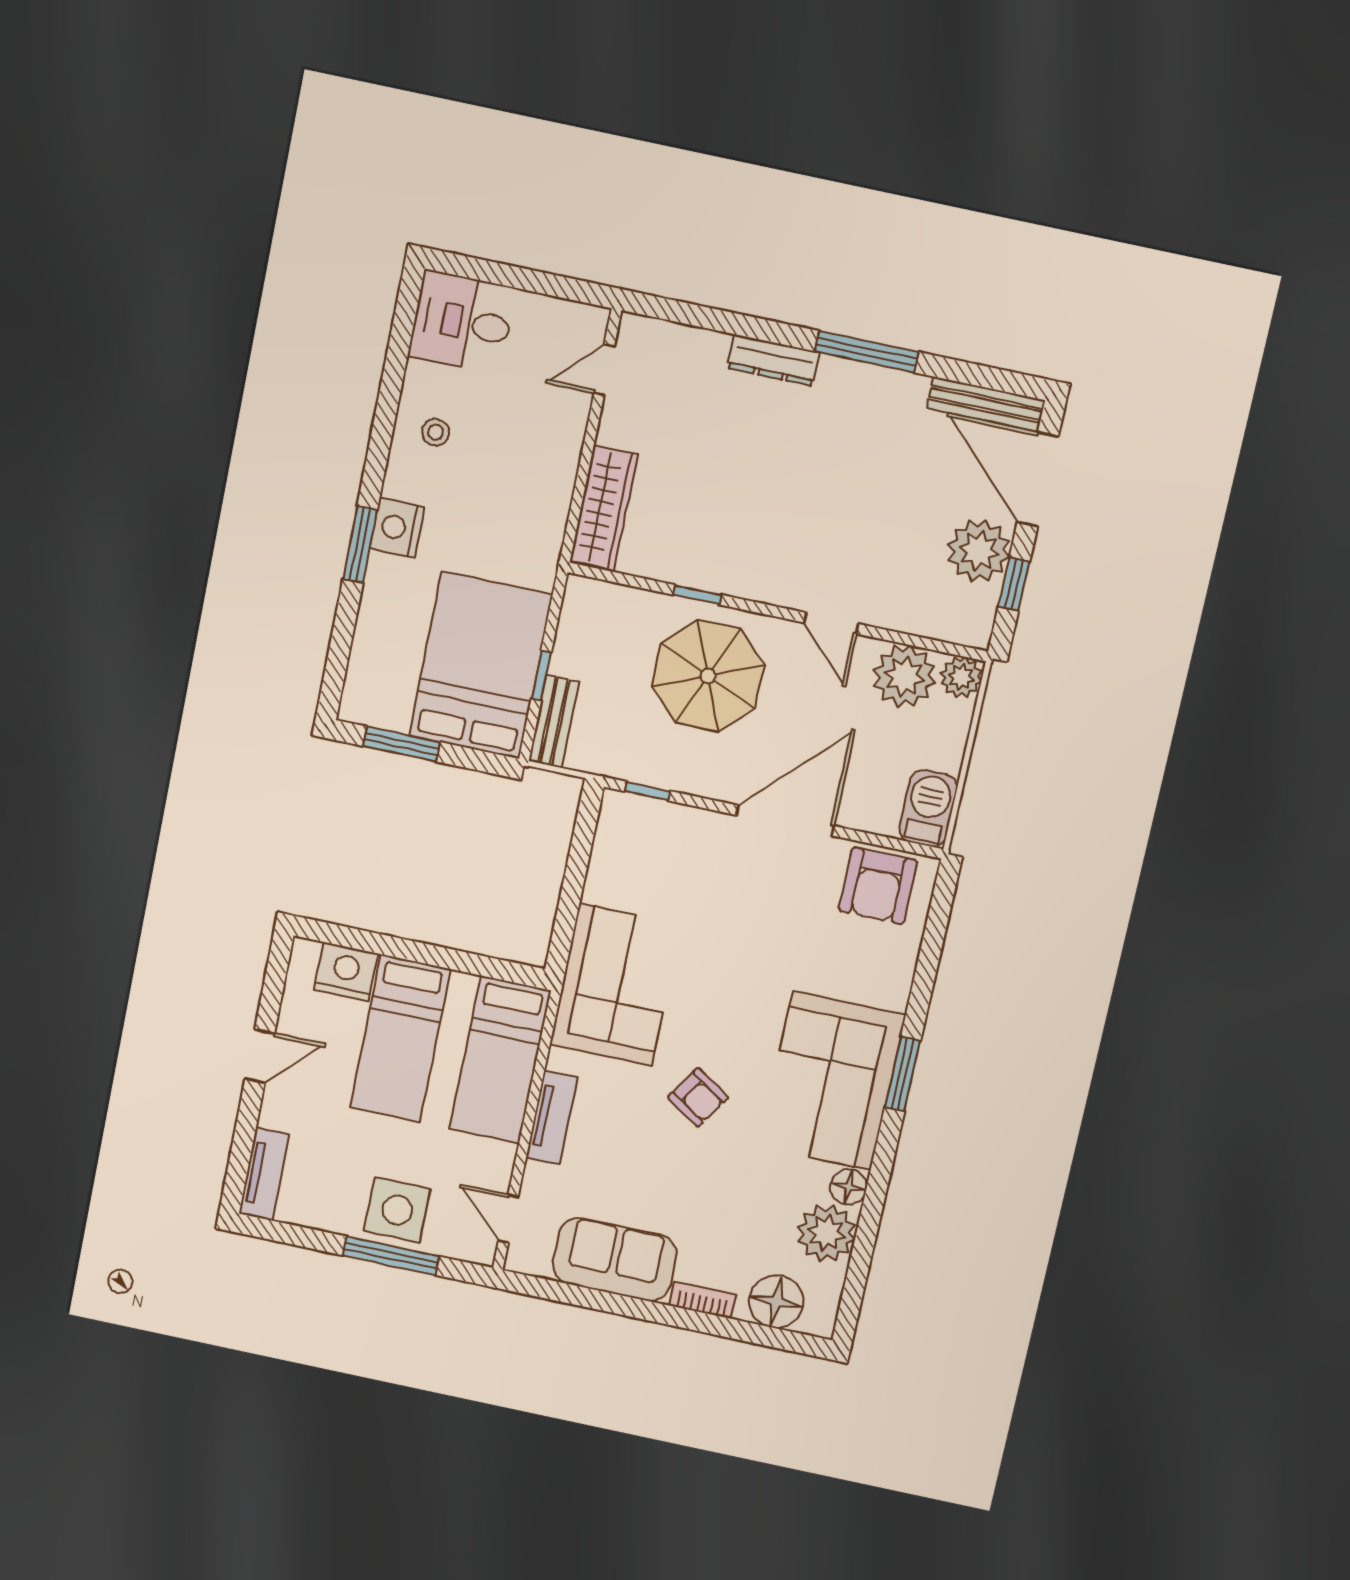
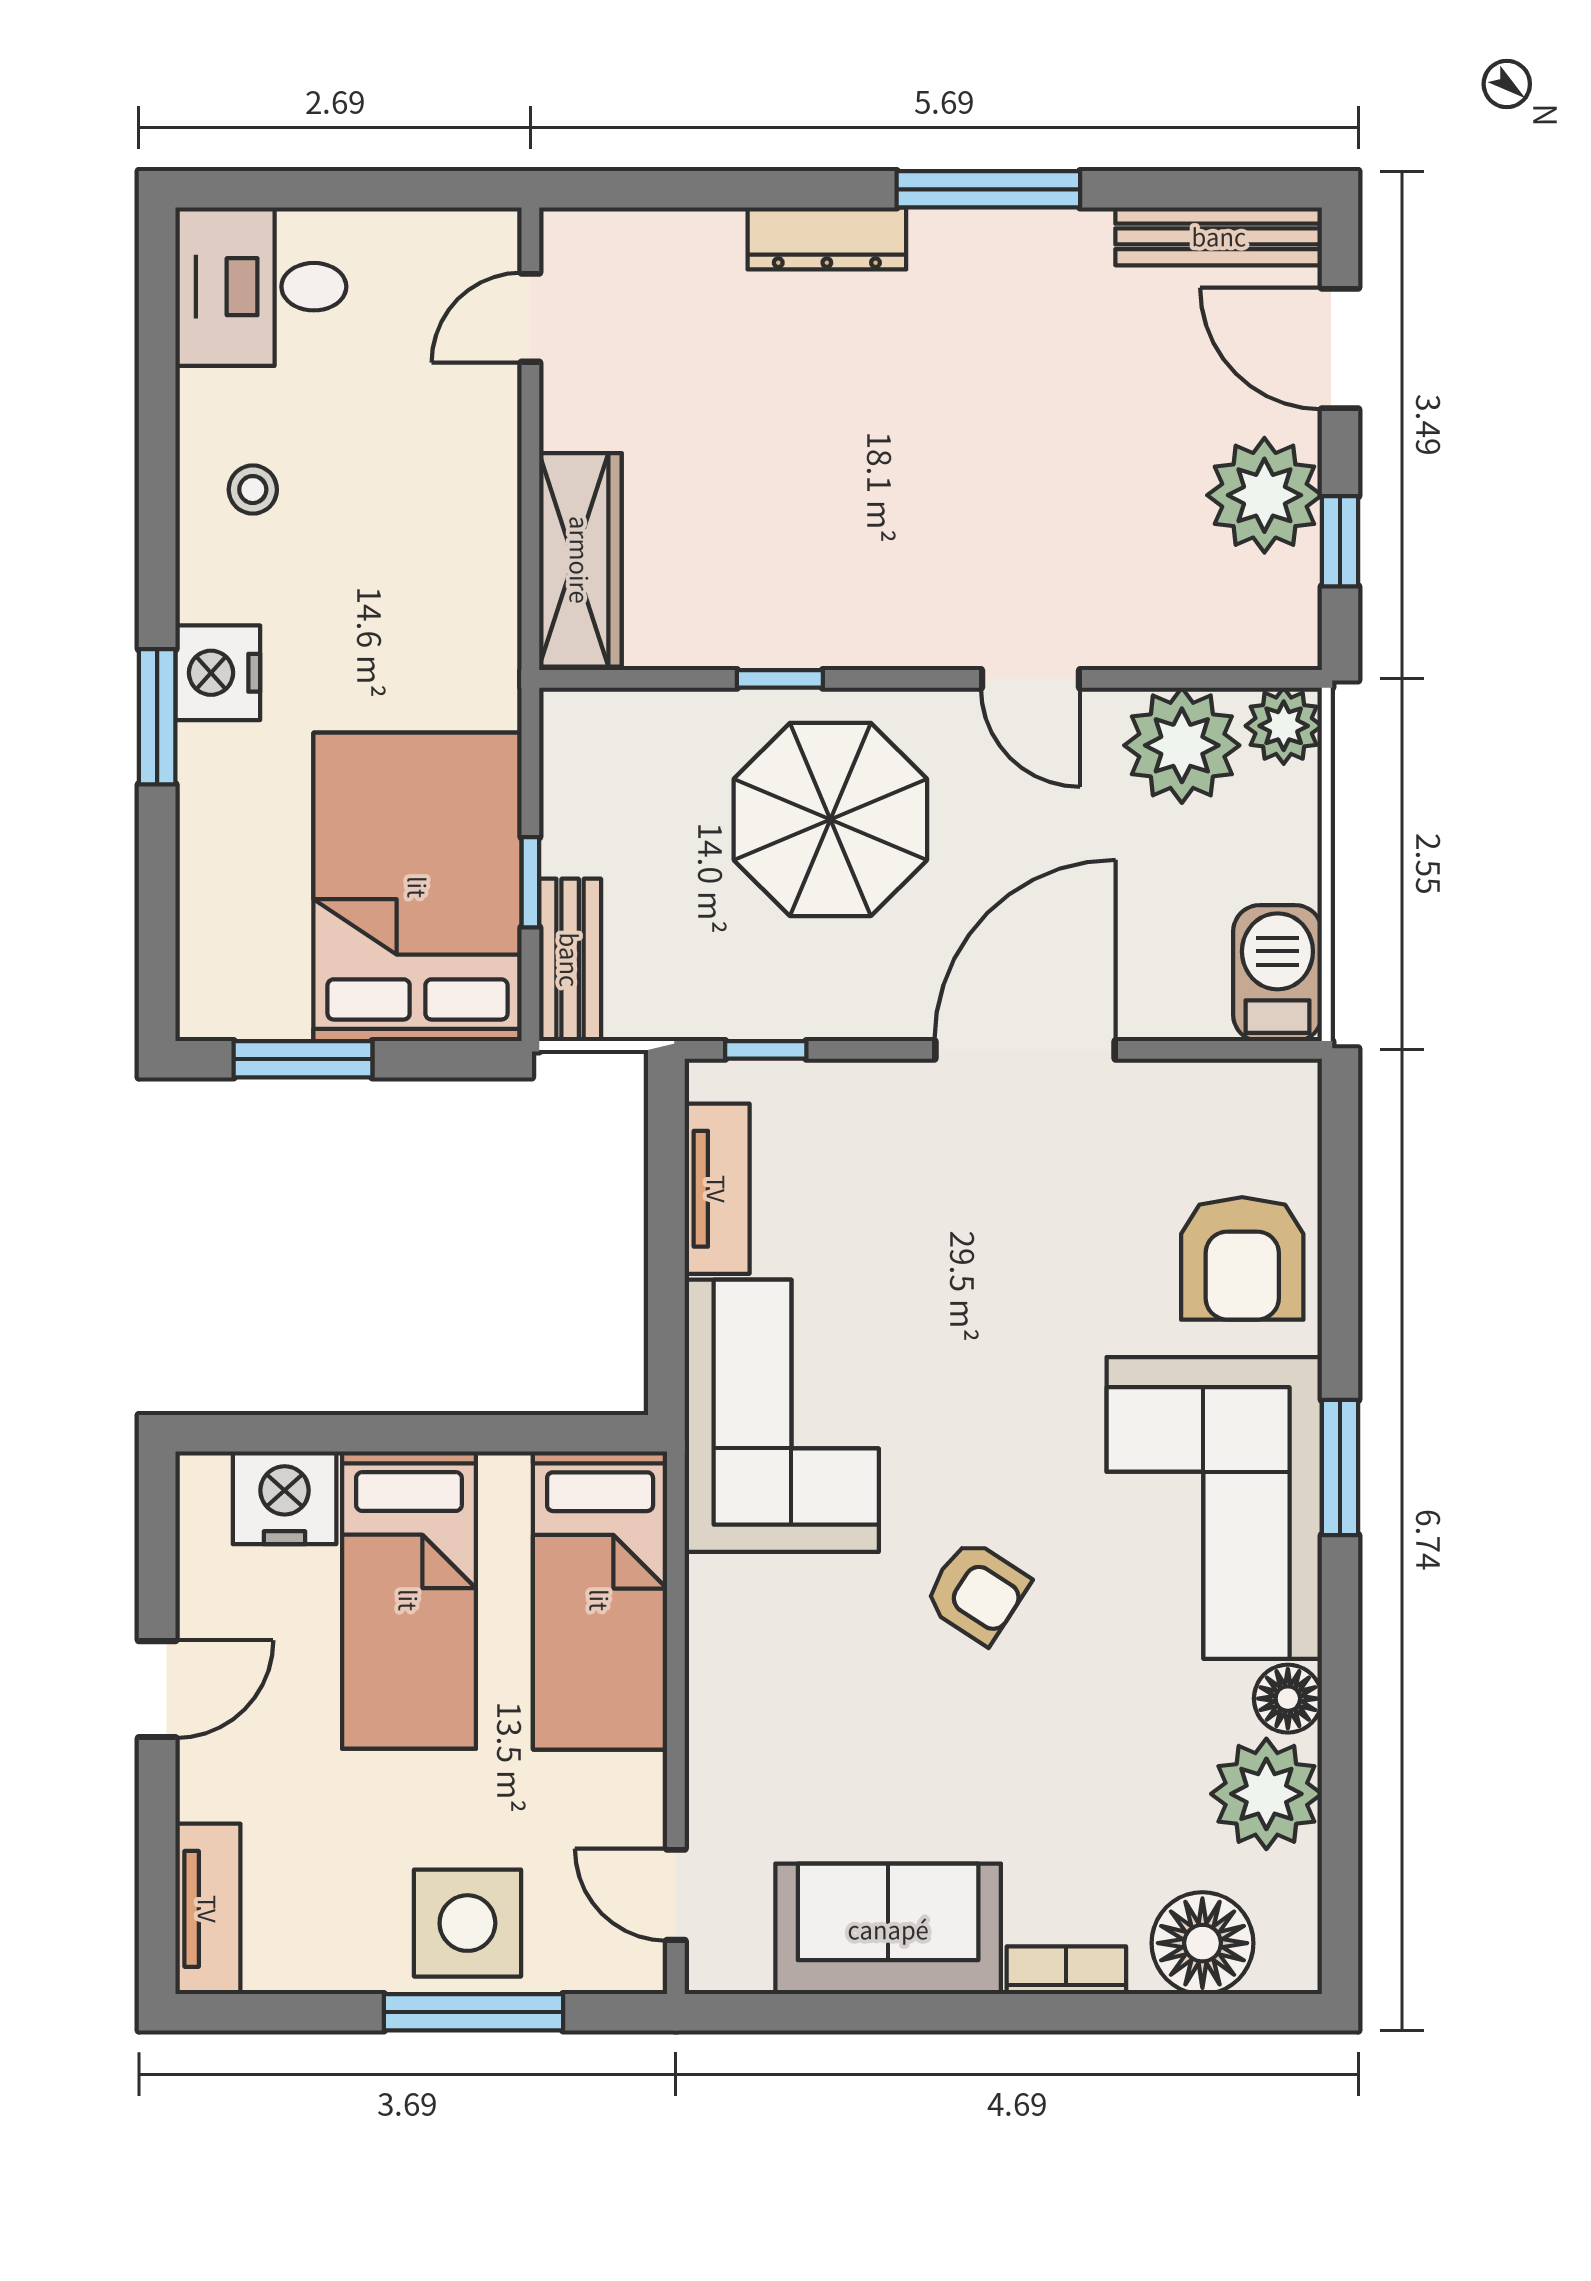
door: (1038, 479) -> (1340, 349), width x0.73
armchair: (878, 886) -> (1242, 1258), moved
tv unit: (552, 1118) -> (717, 1189), moved

